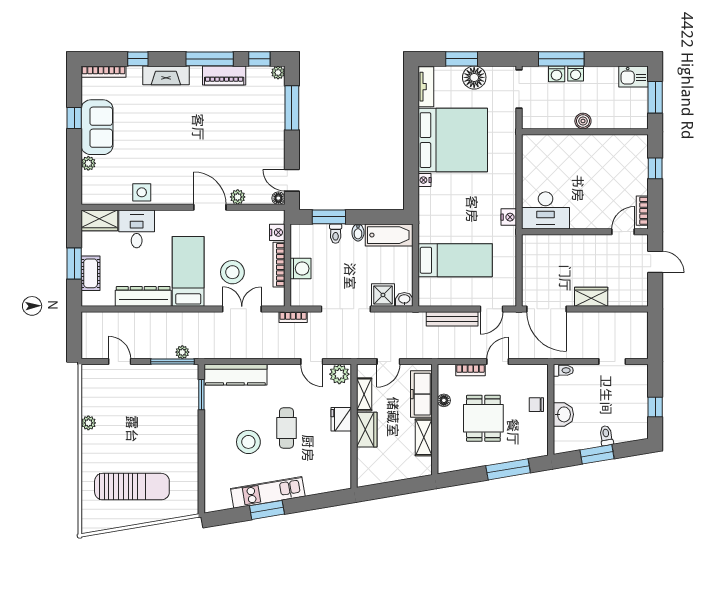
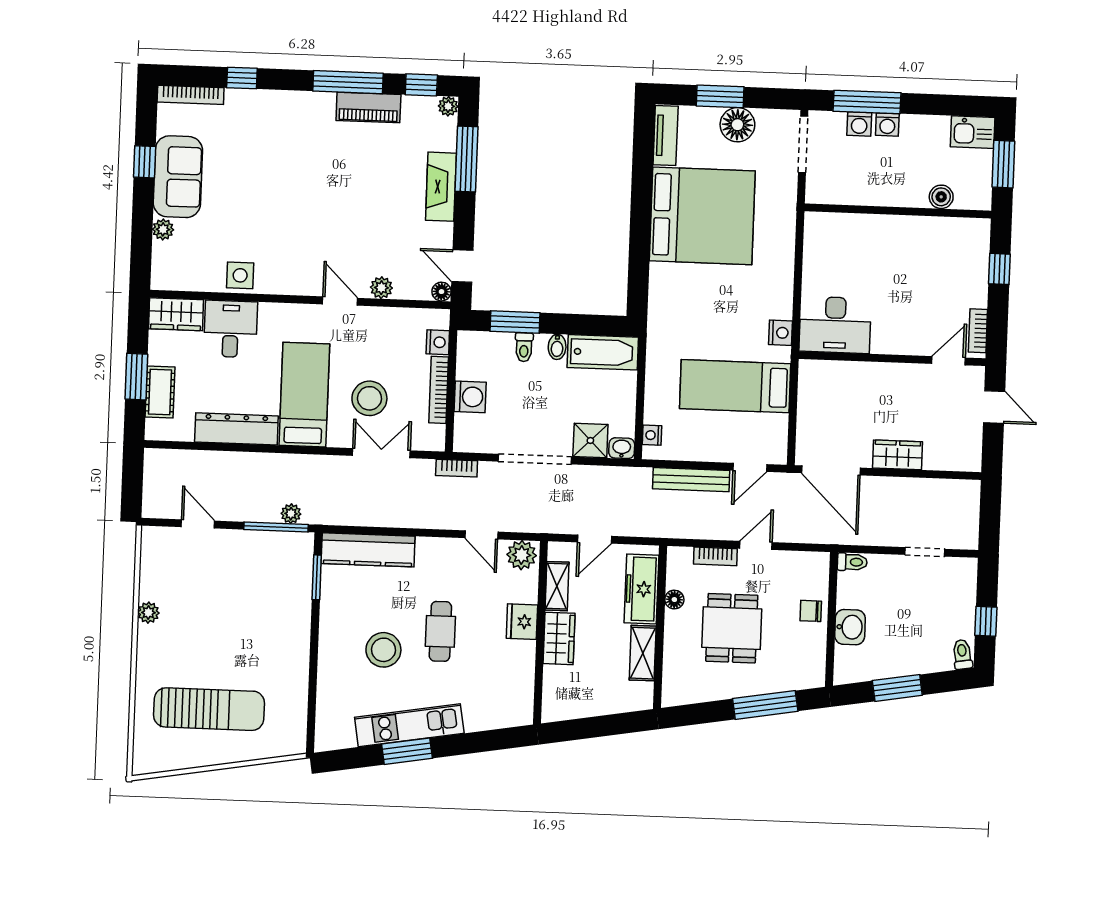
fireplace: (166, 75) -> (441, 187), moved, turned 90
boiler: (583, 121) -> (941, 197), moved
nightstand: (424, 180) -> (652, 435), moved
door: (210, 207) -> (340, 301), width x0.73
bed: (455, 260) -> (735, 386), moved, turned 180
toilet: (606, 436) -> (962, 654), moved

